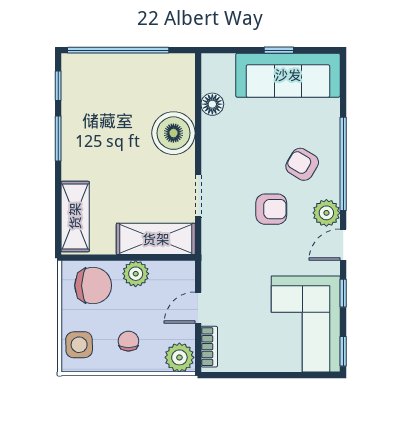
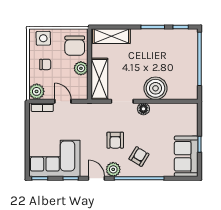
sofa: (288, 75) -> (186, 156), width x0.73
floor lamp: (212, 104) -> (143, 109), moved

